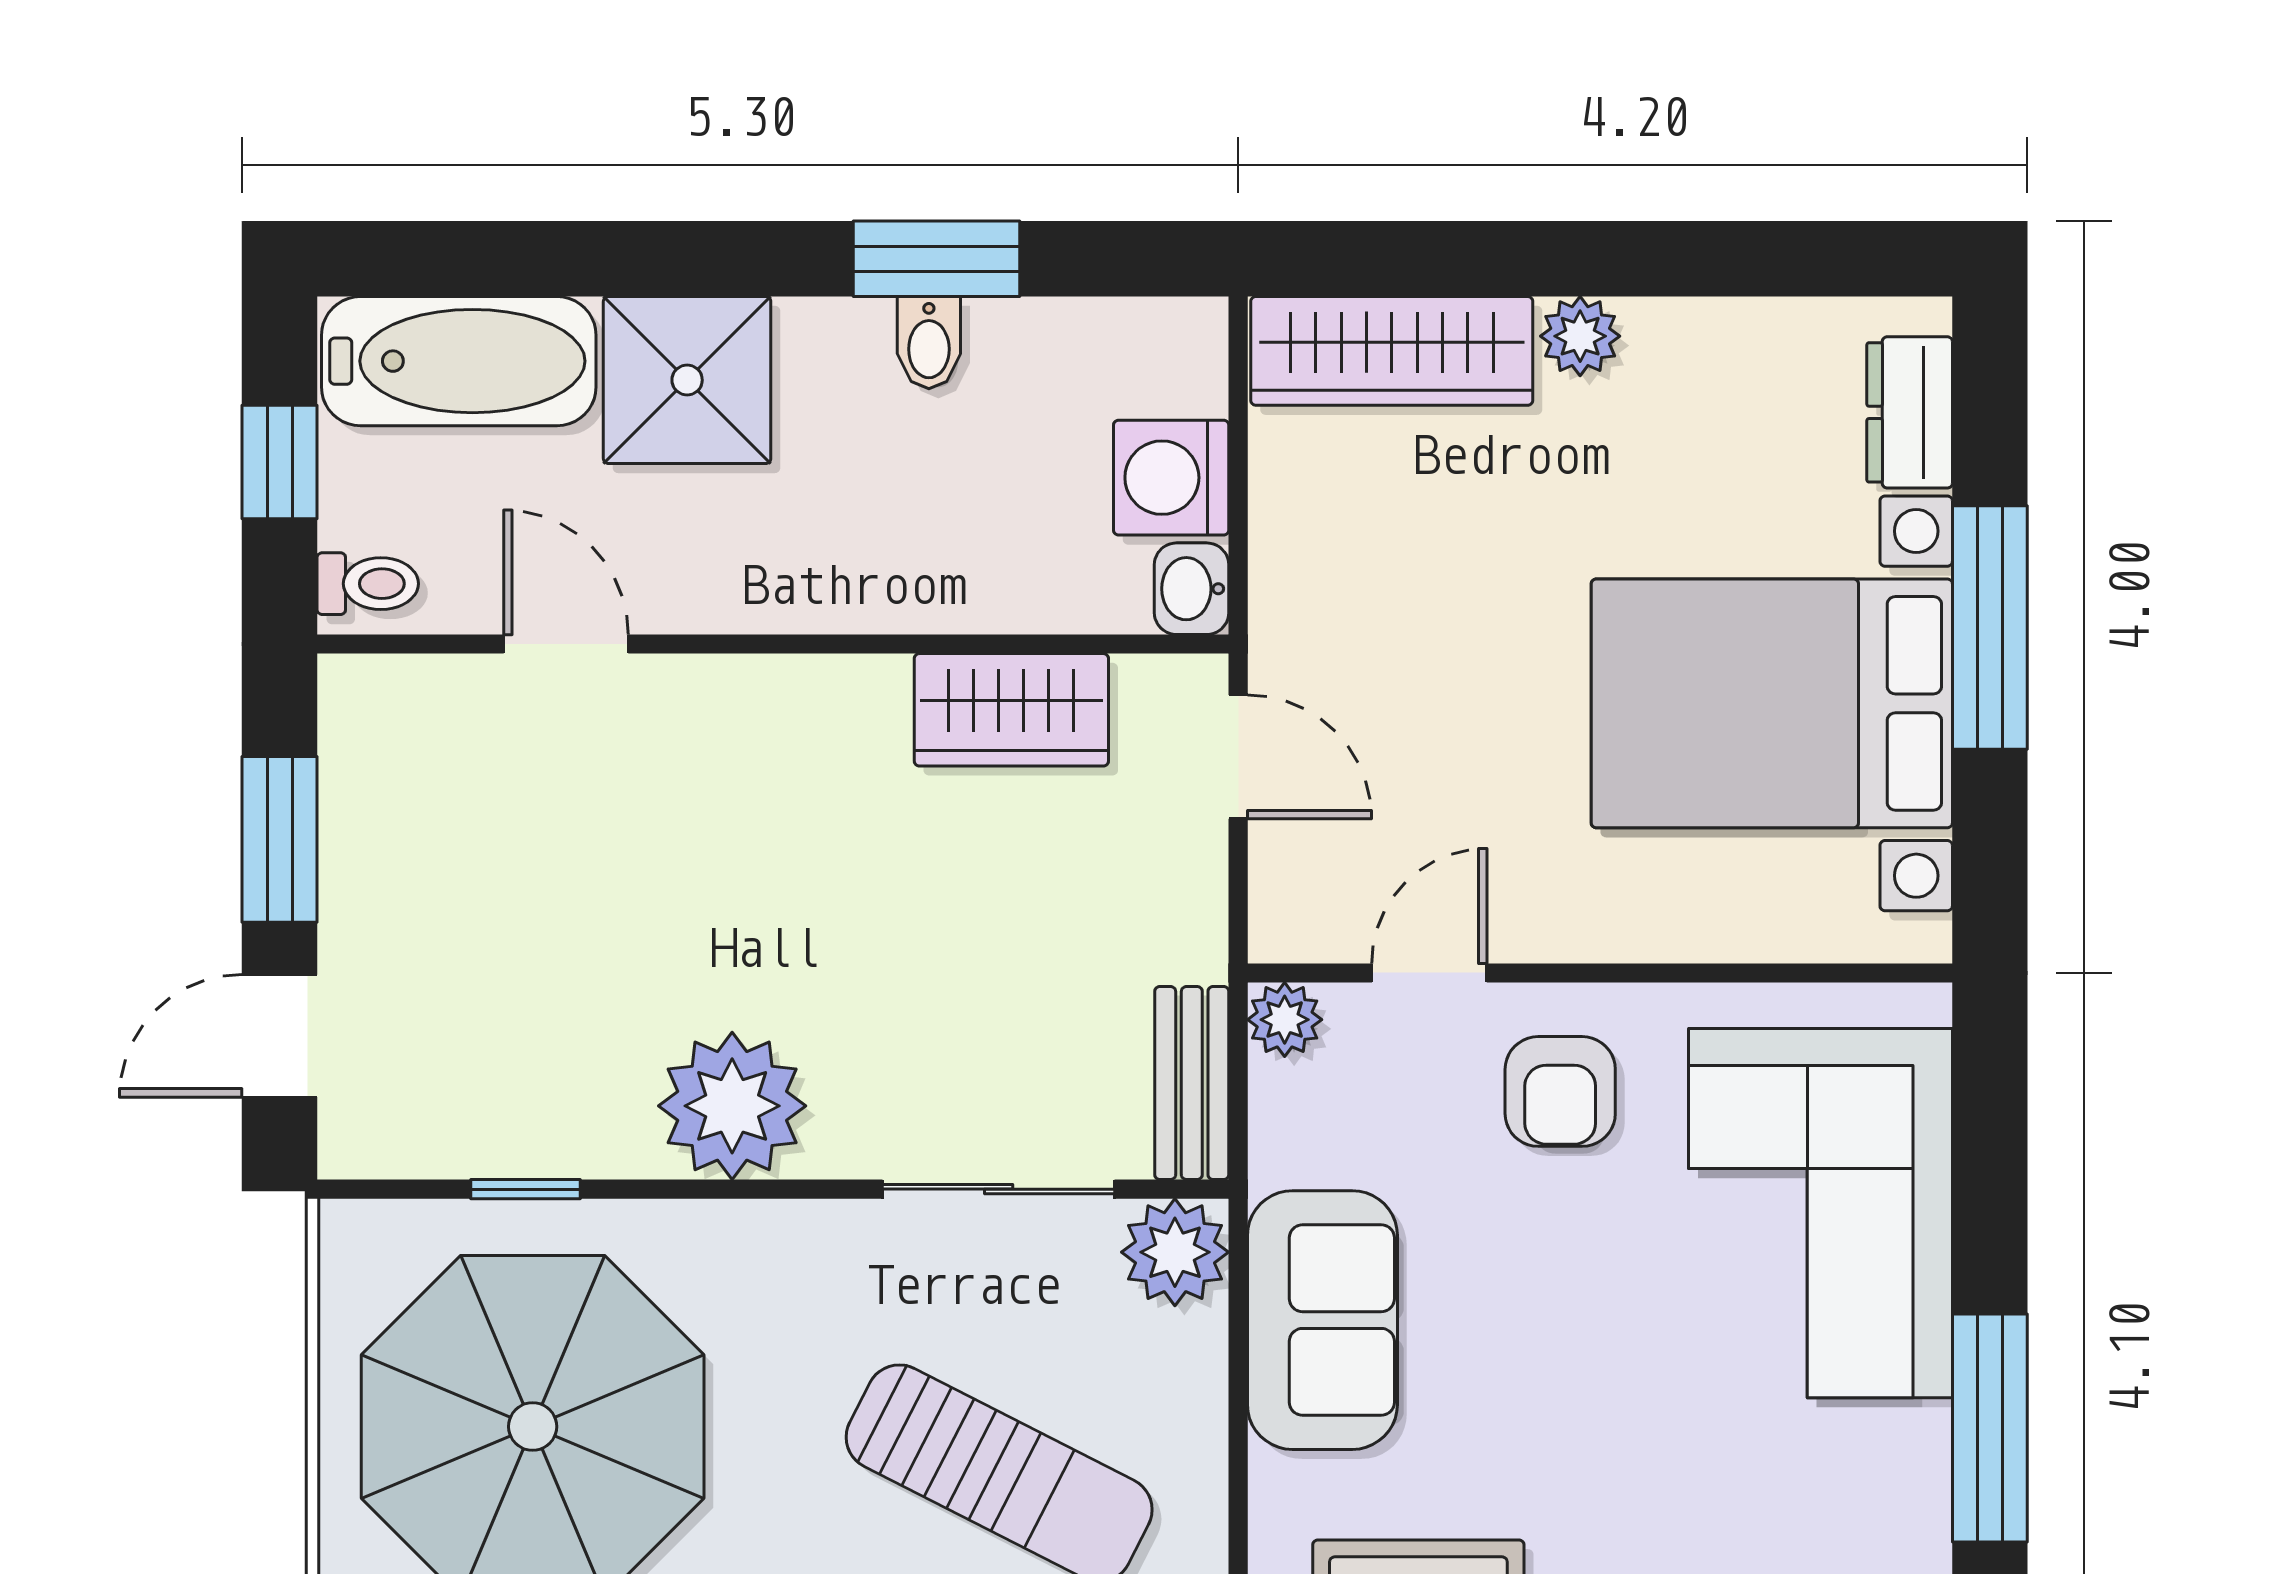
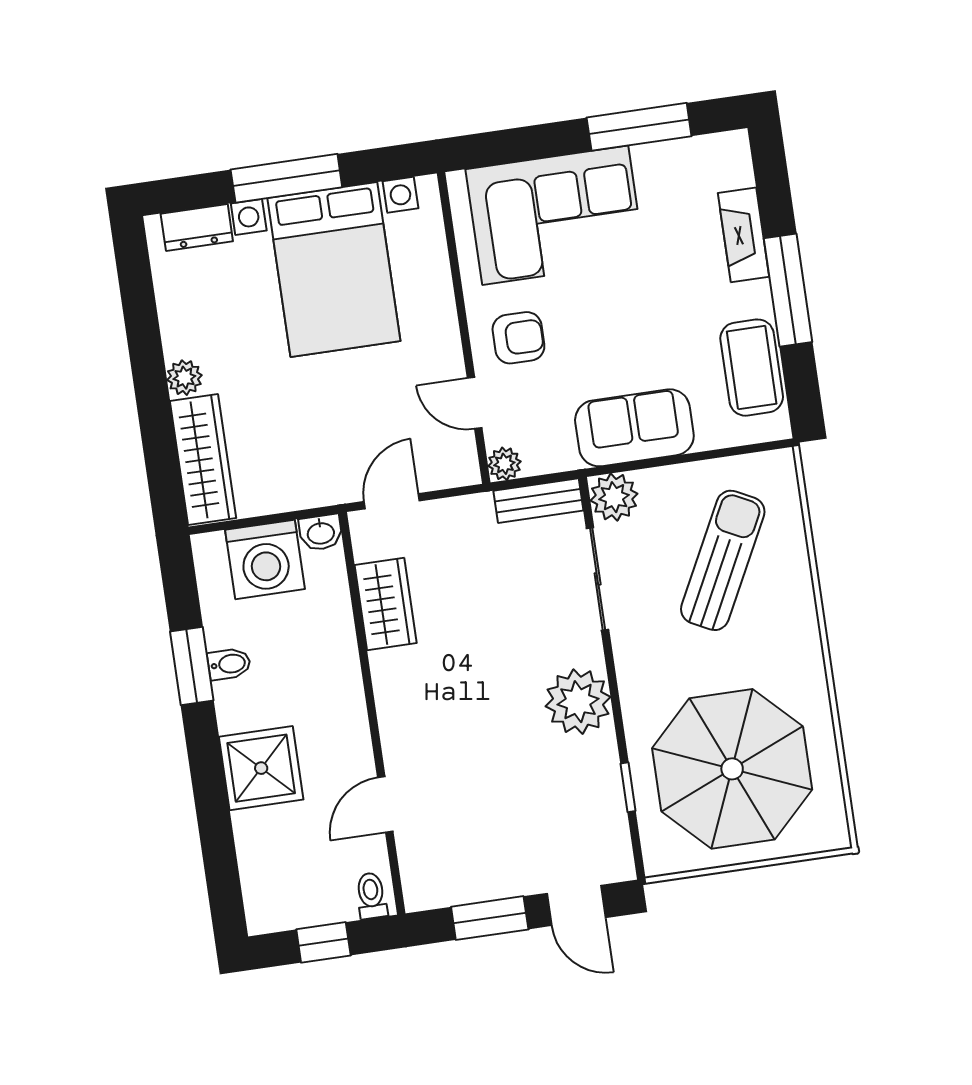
bathtub: (459, 361) -> (267, 870), removed
washing machine: (1171, 478) -> (265, 559), width x1.37, depth x1.37

